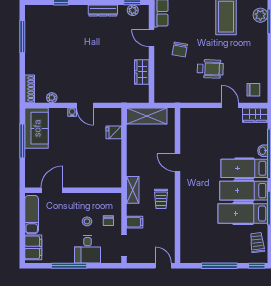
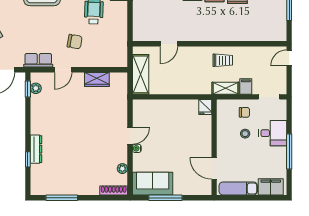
dresser: (103, 11) -> (36, 149), moved
fridge: (114, 132) -> (205, 107), moved
door: (178, 163) -> (169, 44), moved
shelving: (133, 190) -> (226, 88), moved

